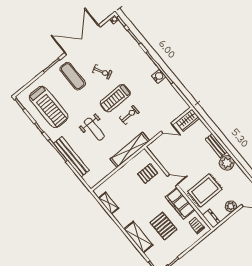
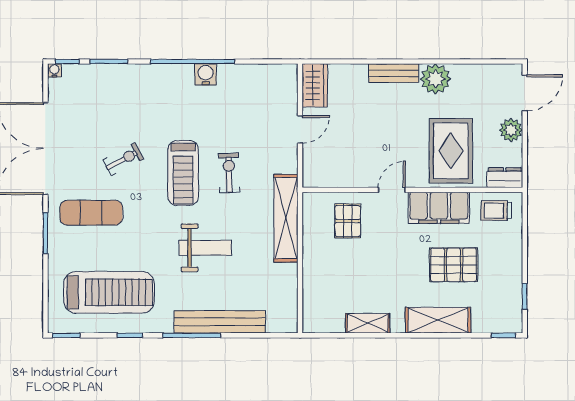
shelving: (108, 203) -> (368, 323), moved

